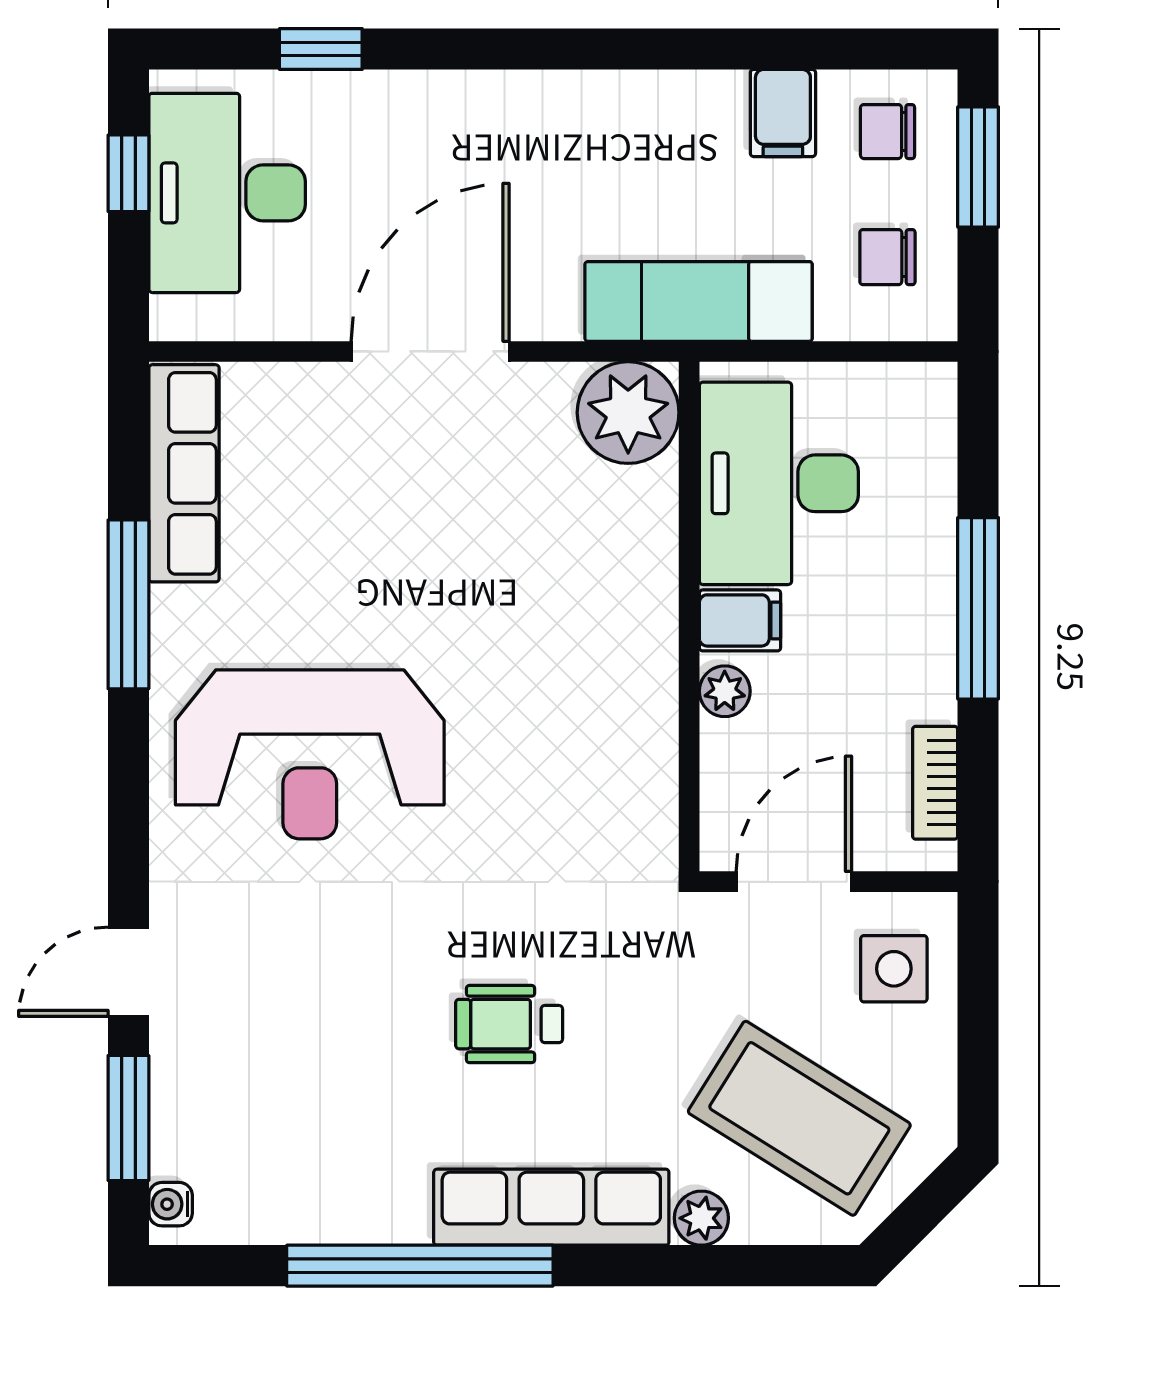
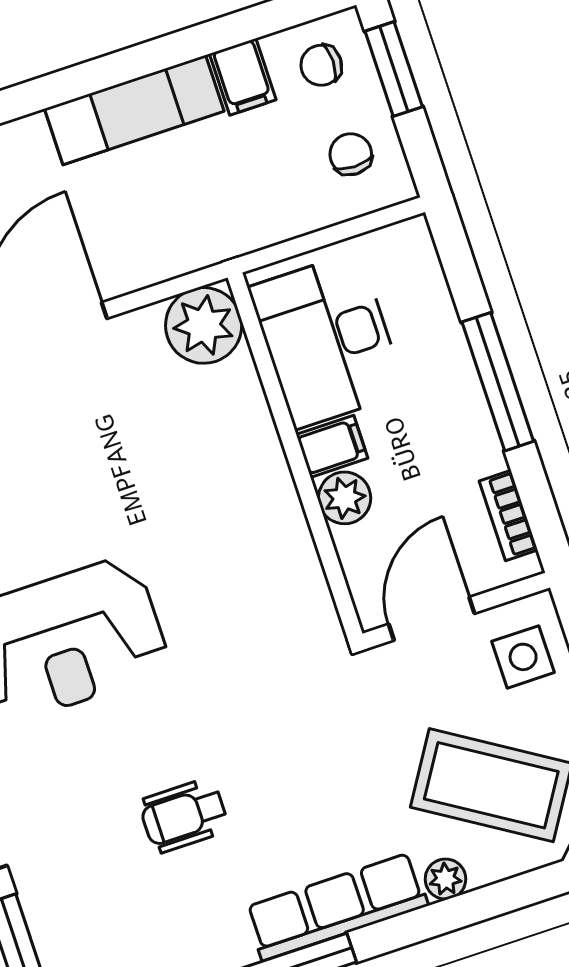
chair: (887, 257) -> (351, 154), turned 90
exam couch: (698, 301) -> (134, 110), moved, turned 180
plant: (725, 691) -> (345, 498), width x1.38, depth x1.38
wheelchair: (509, 1024) -> (184, 815), moved

